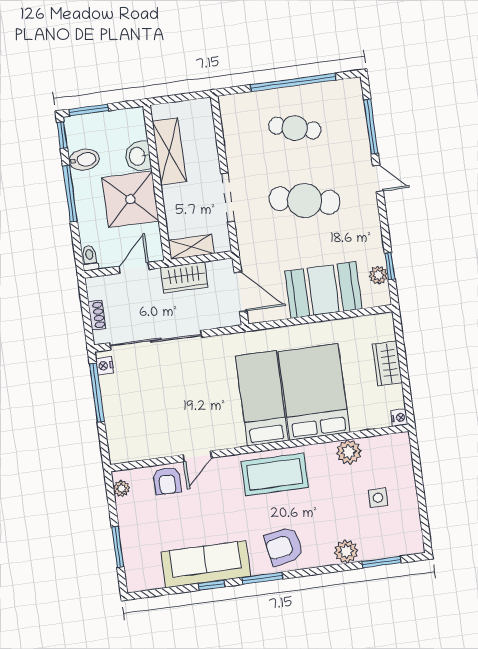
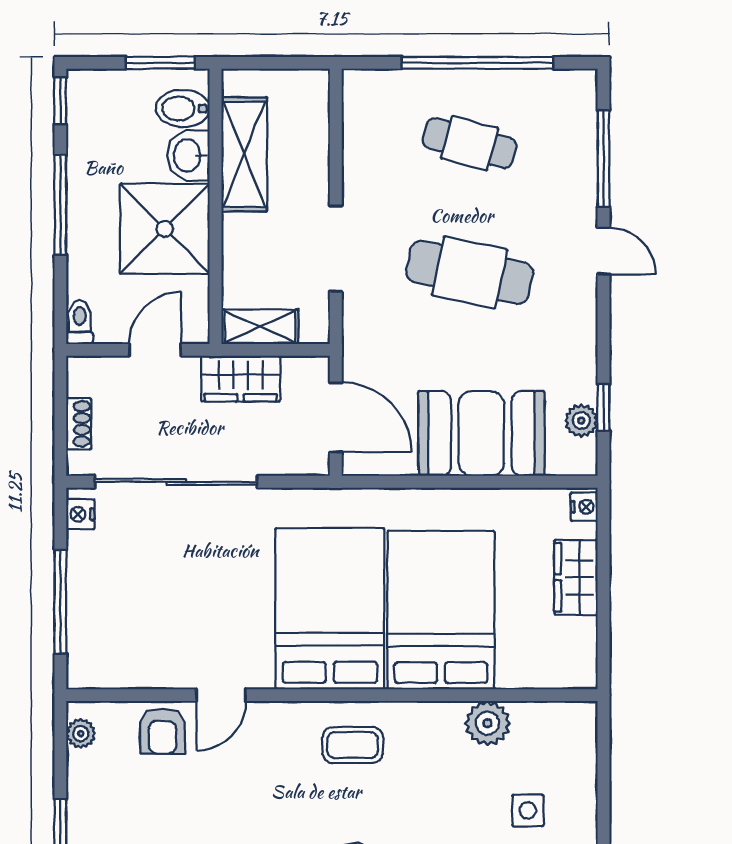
window: (89, 110) -> (160, 63), moved
bidet: (84, 160) -> (183, 108), moved, turned 180
window: (97, 393) -> (60, 602), moved
bed: (262, 398) -> (330, 609), width x1.50
nightstand: (399, 418) -> (584, 507), moved
coffee table: (275, 474) -> (353, 745), width x0.54, depth x0.58

